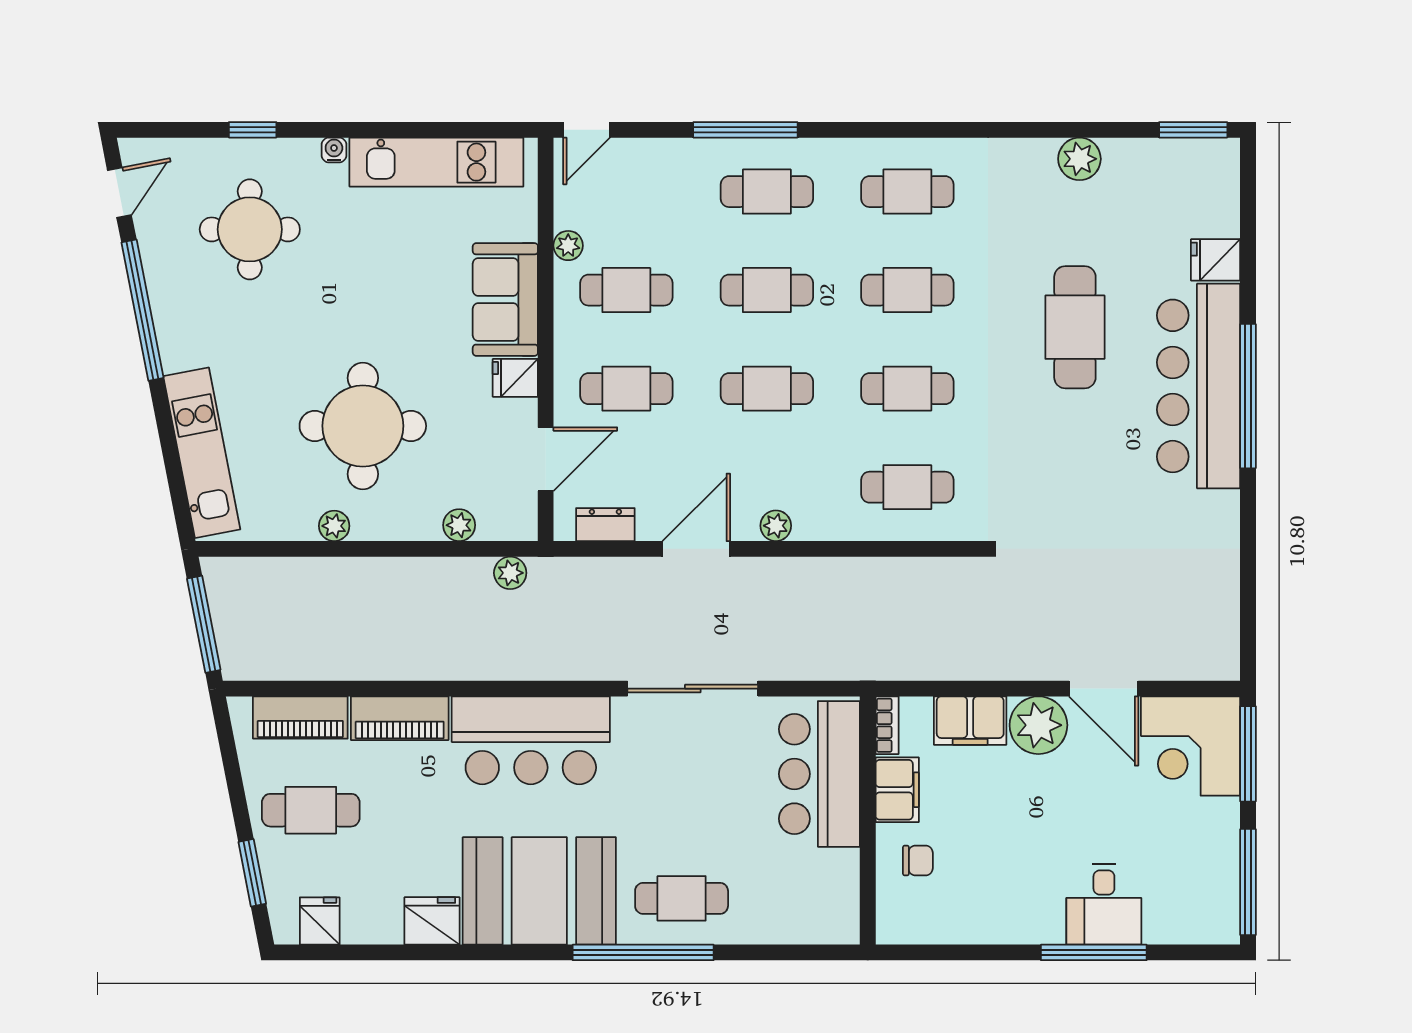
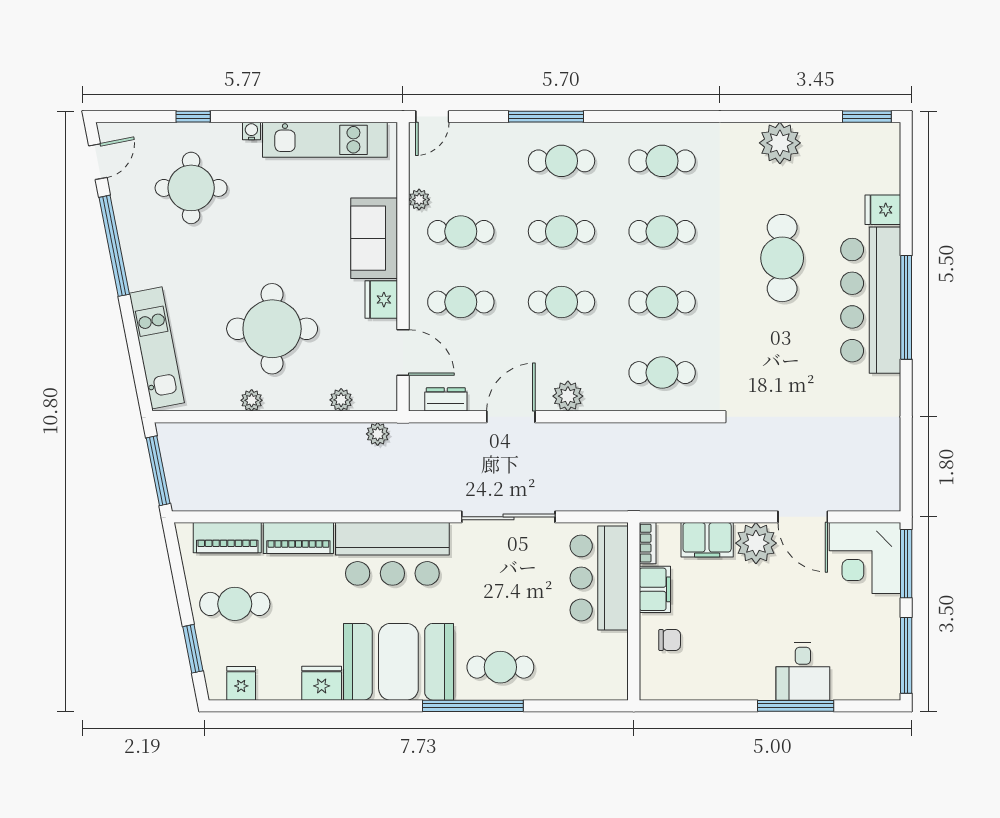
plant: (1079, 159) -> (780, 143), width x1.36, depth x1.36
fridge: (515, 378) -> (381, 300), width x1.38
door: (546, 459) -> (403, 353), hinge flipped
plant: (776, 526) -> (568, 396), width x1.38, depth x1.38

